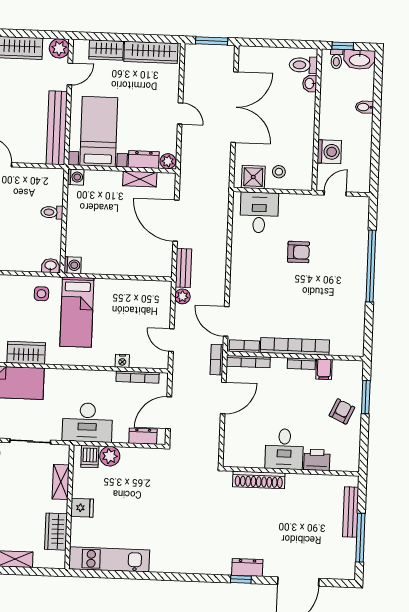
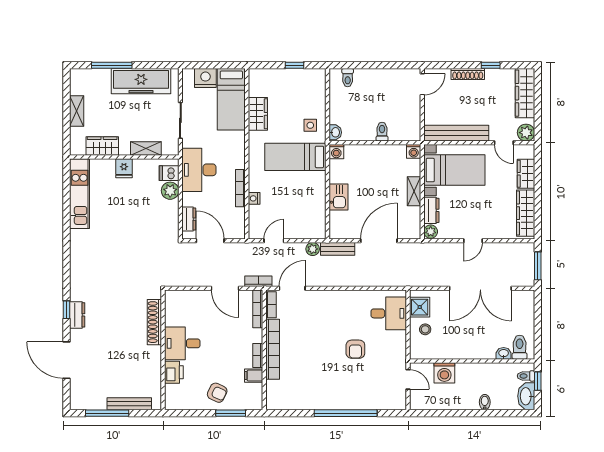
shelving: (140, 179) -> (414, 191), moved
kitchen sink: (124, 265) -> (338, 197), added
bookcase: (138, 377) -> (240, 188), moved

